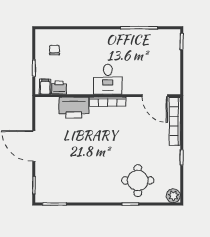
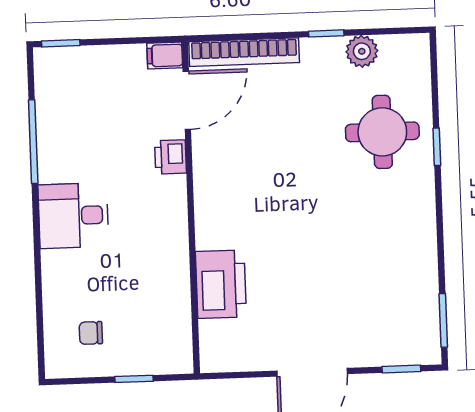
desk: (108, 79) -> (73, 216), moved, turned 180
filing cabinet: (45, 87) -> (165, 56), moved
printer: (59, 88) -> (171, 157), moved
bookcase: (108, 102) -> (204, 207), removed
plant: (173, 196) -> (362, 51), moved

